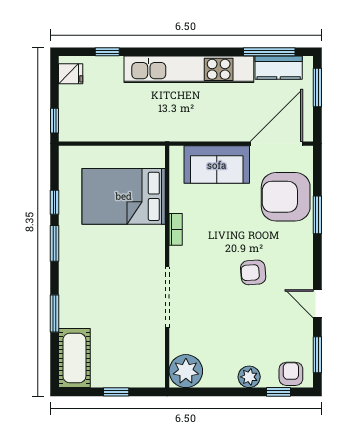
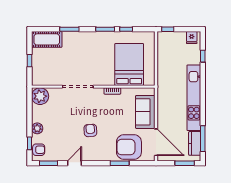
armchair: (286, 197) -> (129, 147), turned -90

